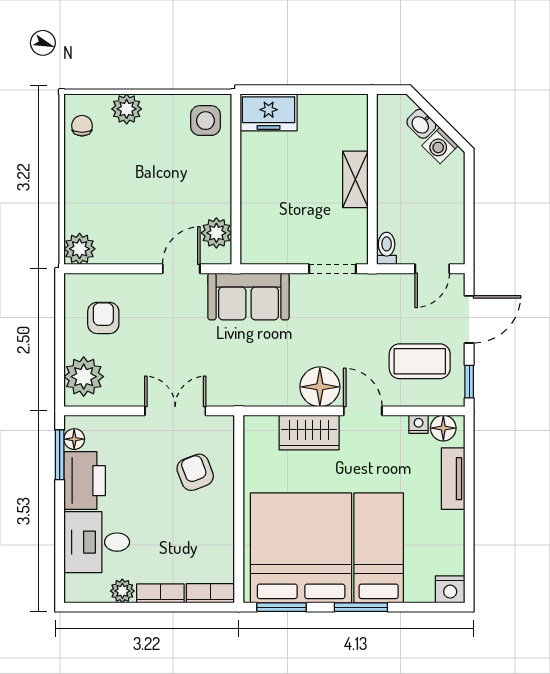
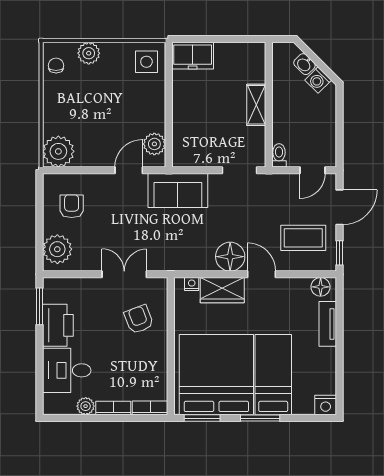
plant: (80, 249) -> (58, 151), width x1.36, depth x1.36
nightstand: (419, 424) -> (192, 284), moved
floor lamp: (74, 439) -> (50, 295), removed

